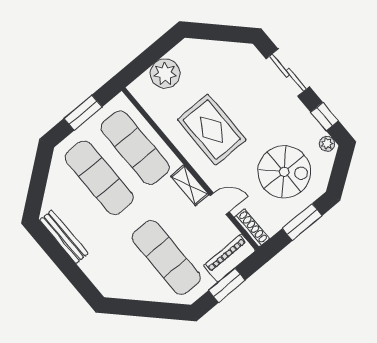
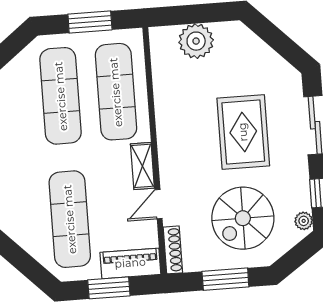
rug: (212, 130) -> (243, 132), moved
spiral stairs: (284, 172) -> (243, 218), turned 90
door: (220, 204) -> (159, 204), swing flipped

